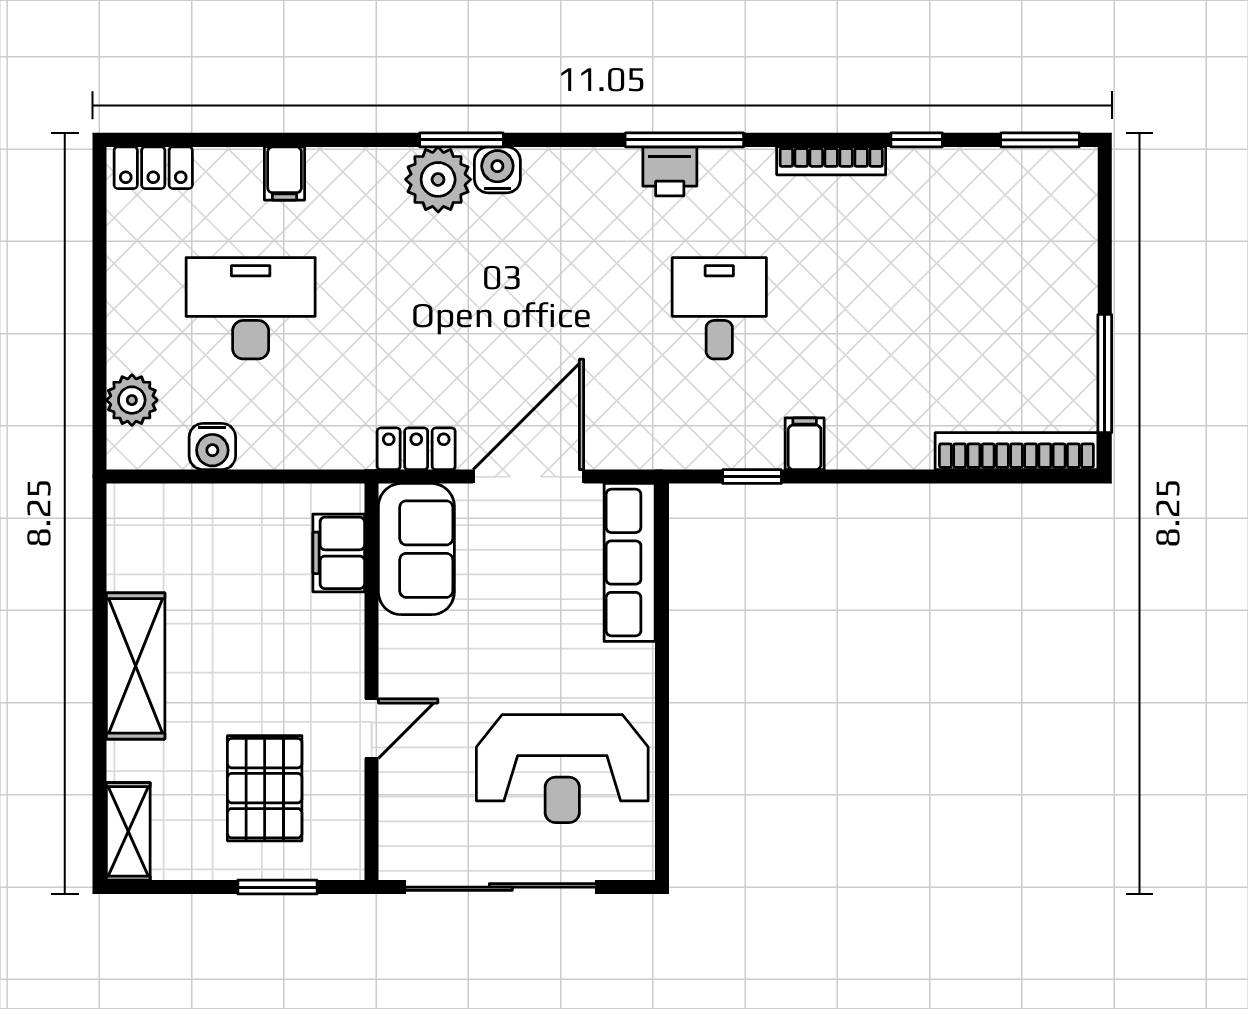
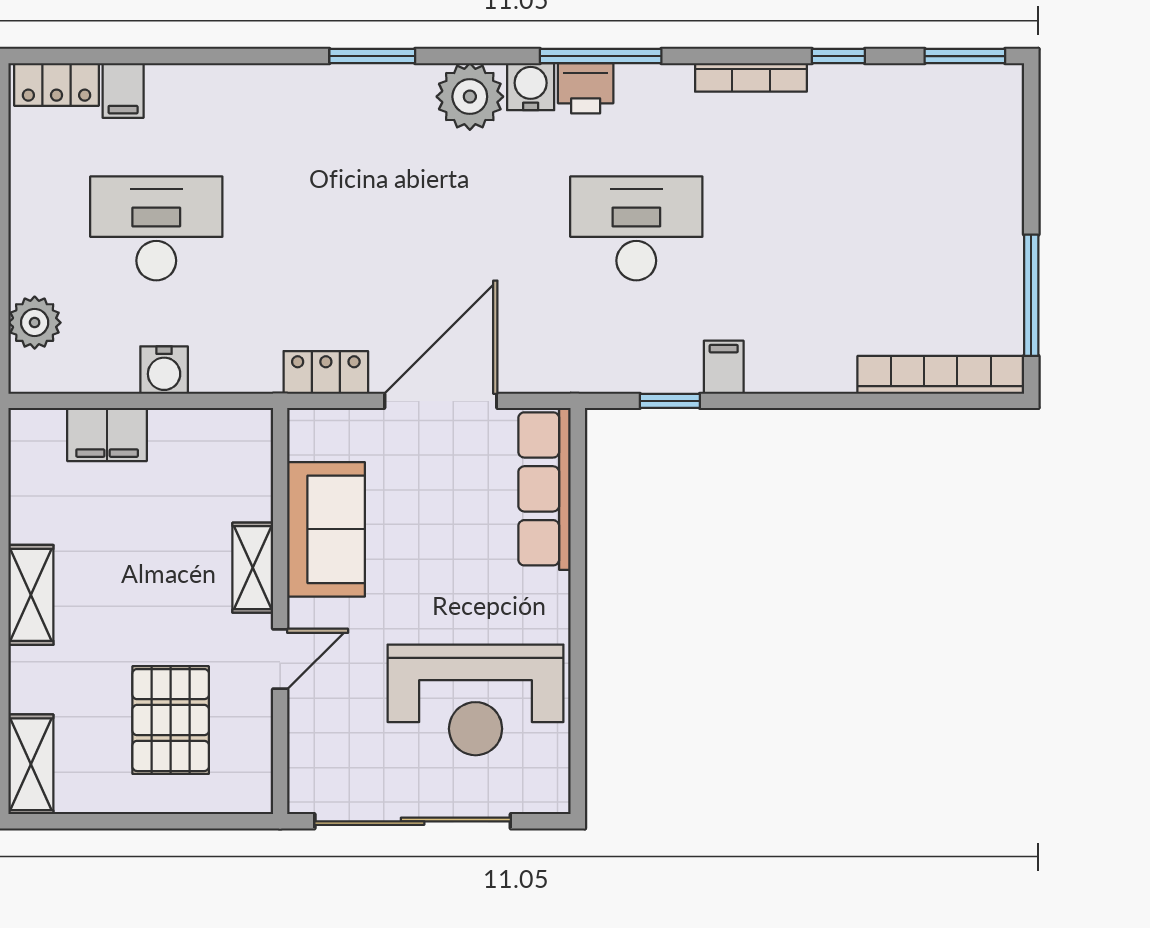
water cooler: (497, 170) -> (531, 87), moved
filing cabinet: (285, 174) -> (123, 90), moved
plant: (438, 179) -> (470, 97), moved
desk: (719, 308) -> (636, 228), width x1.37
water cooler: (212, 446) -> (164, 370), moved
sofa: (416, 549) -> (326, 529), moved
filing cabinet: (339, 553) -> (107, 434), moved, turned -90
shelving: (345, 639) -> (253, 568), added
shelving: (136, 666) -> (31, 595), width x0.67, depth x0.75
window: (277, 887) -> (184, 821), removed

